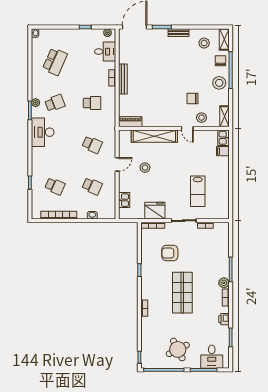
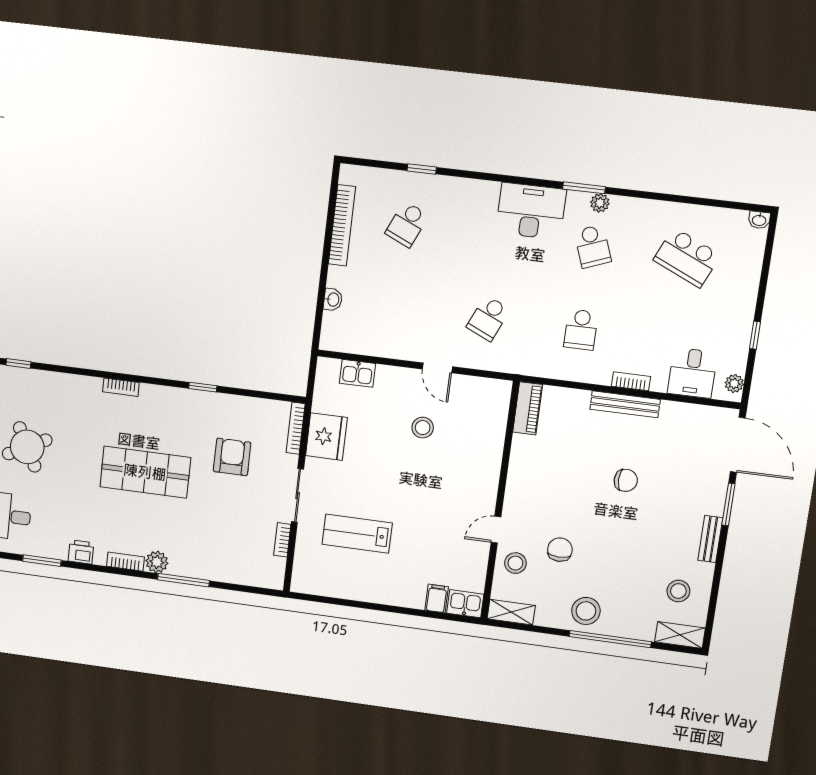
chair: (220, 61) -> (626, 480), moved
shelving: (154, 136) -> (489, 457), removed
school desk: (92, 186) -> (396, 307), removed

